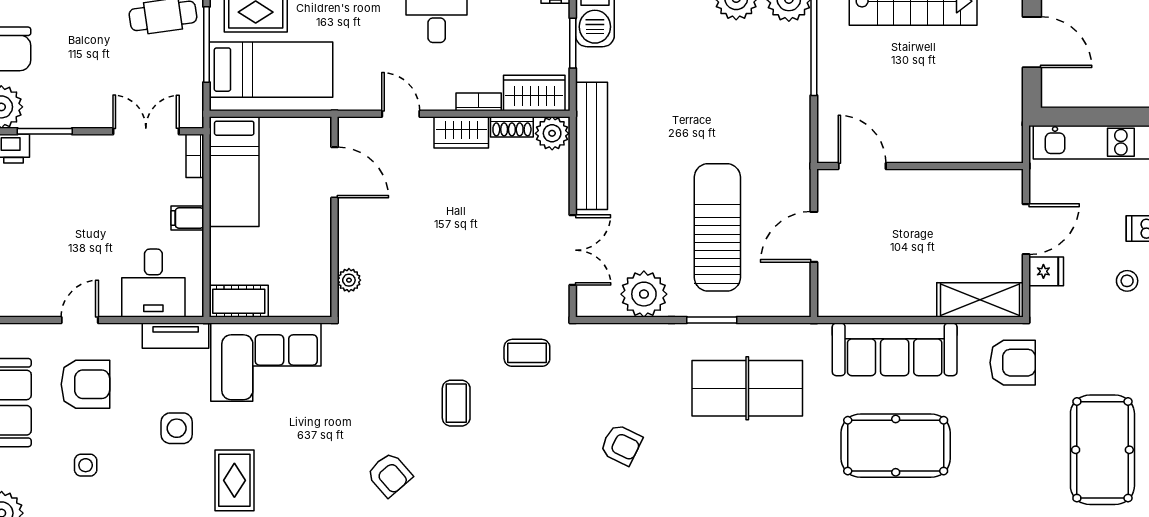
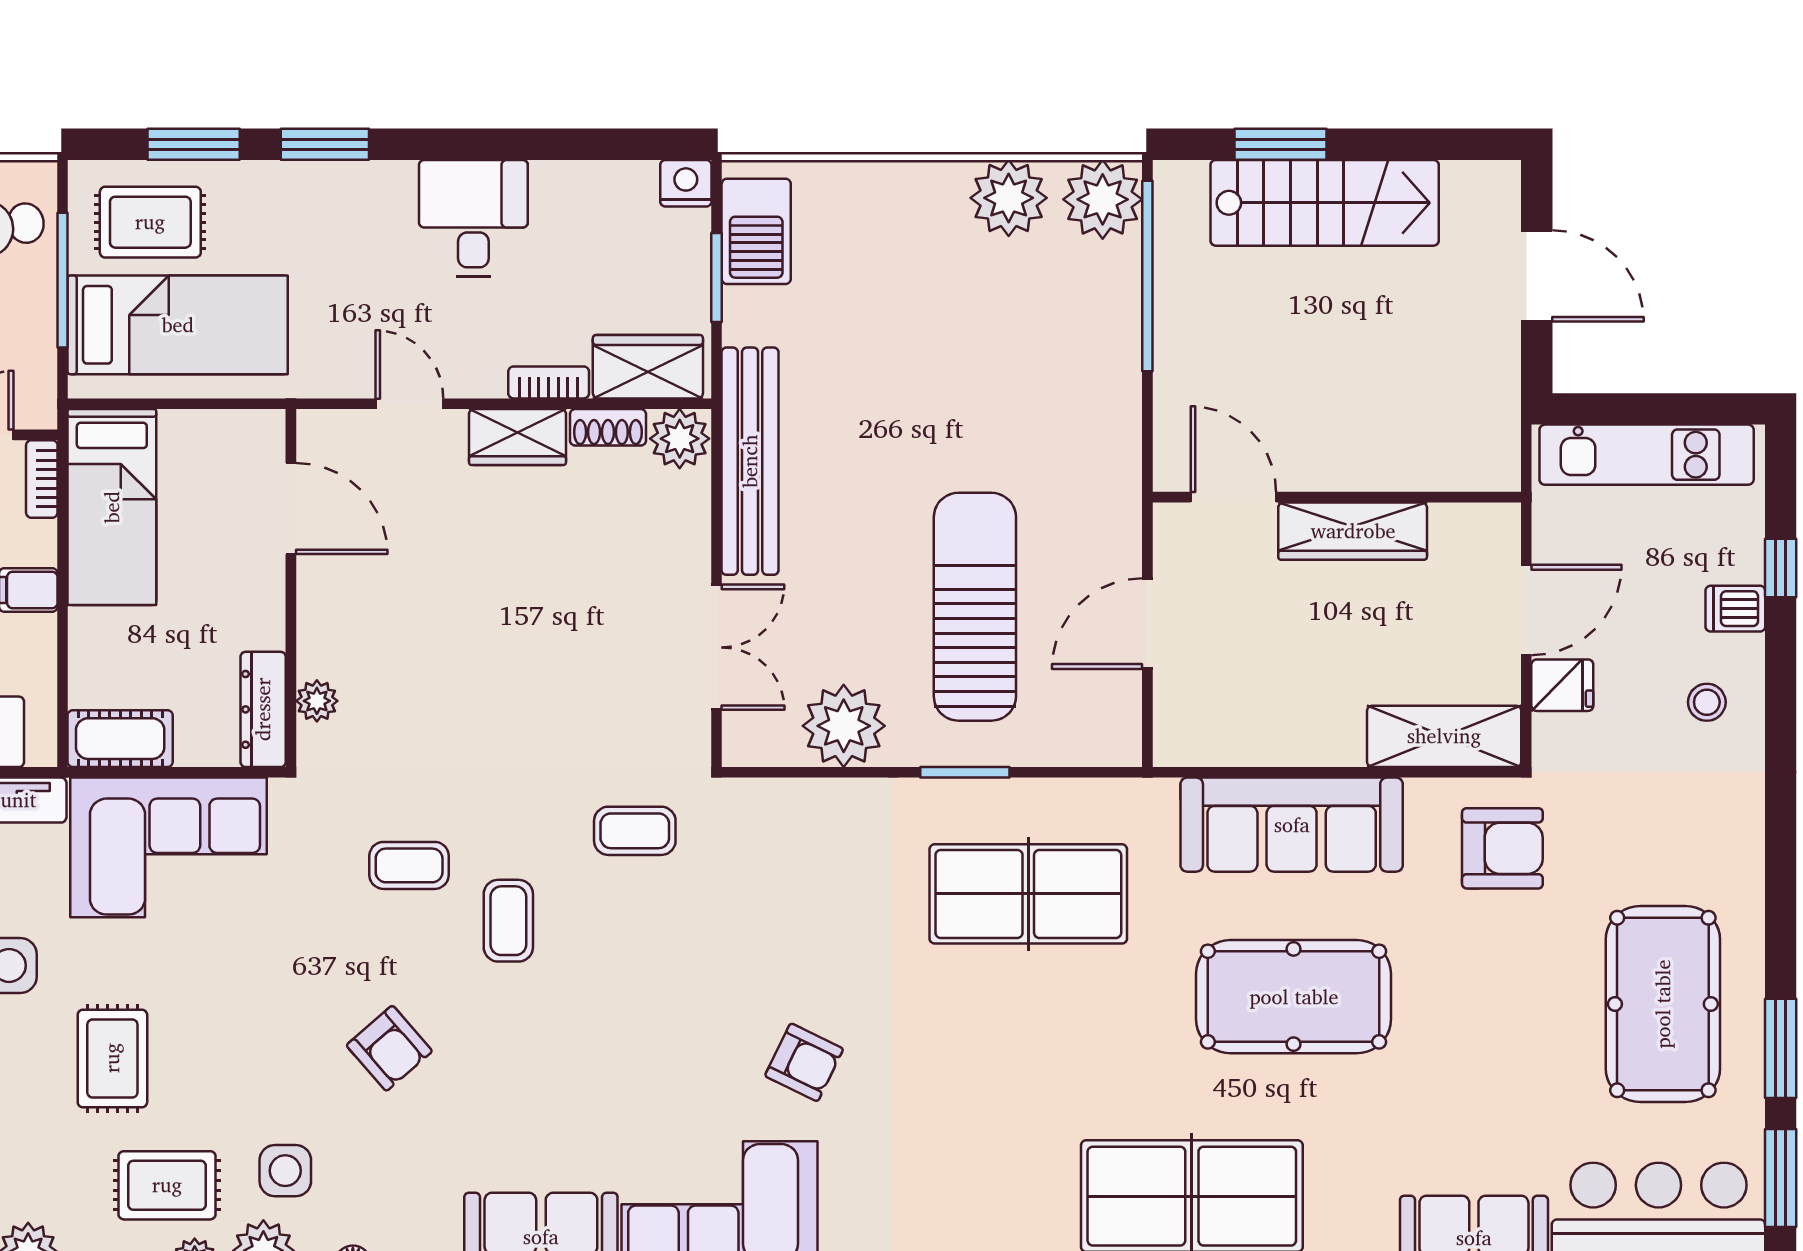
wardrobe: (929, 185) -> (1353, 531), added
dresser: (319, 285) -> (263, 709), added
coffee table: (401, 372) -> (409, 865), added
armchair: (621, 445) -> (804, 1062), moved

